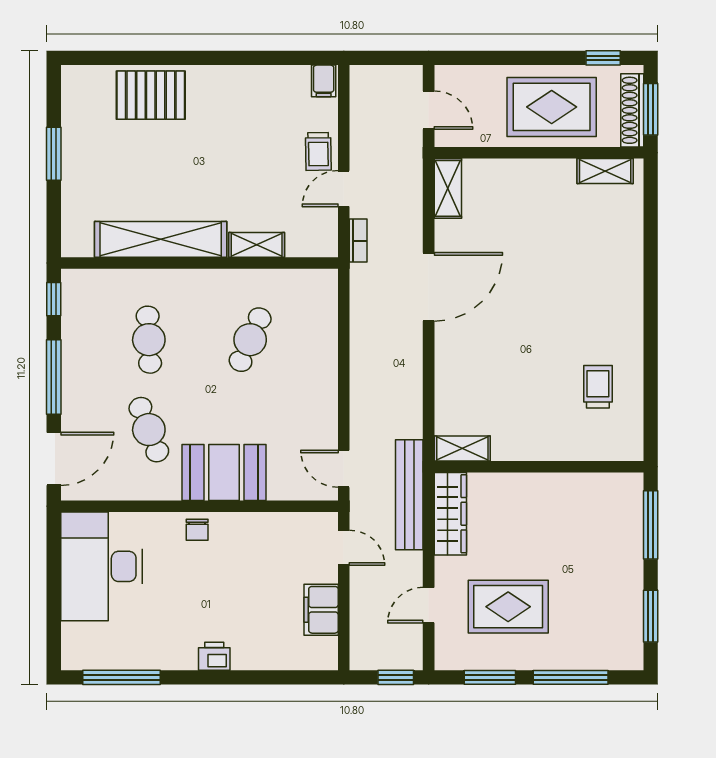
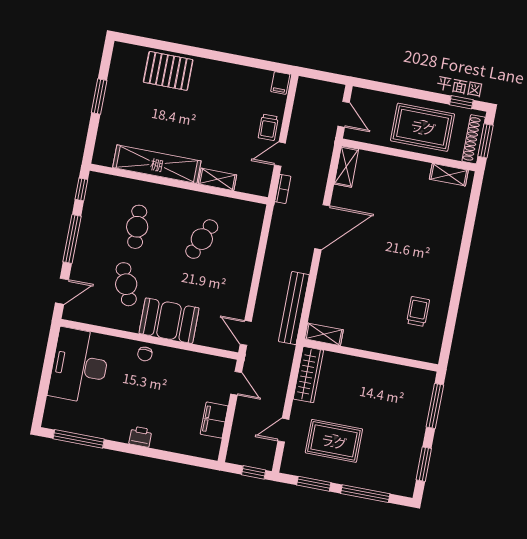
door: (54, 459) -> (62, 291), width x0.73
bench: (409, 495) -> (294, 308), moved

